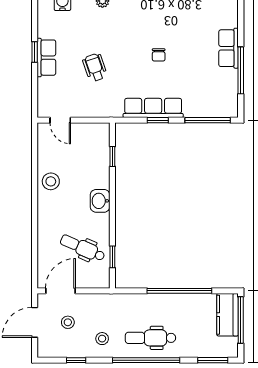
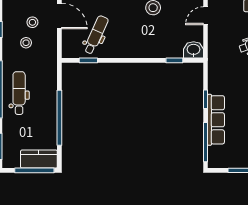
row of seats: (153, 108) -> (216, 120), moved
washbasin: (100, 201) -> (194, 50), moved
stool: (102, 339) -> (26, 43), moved

